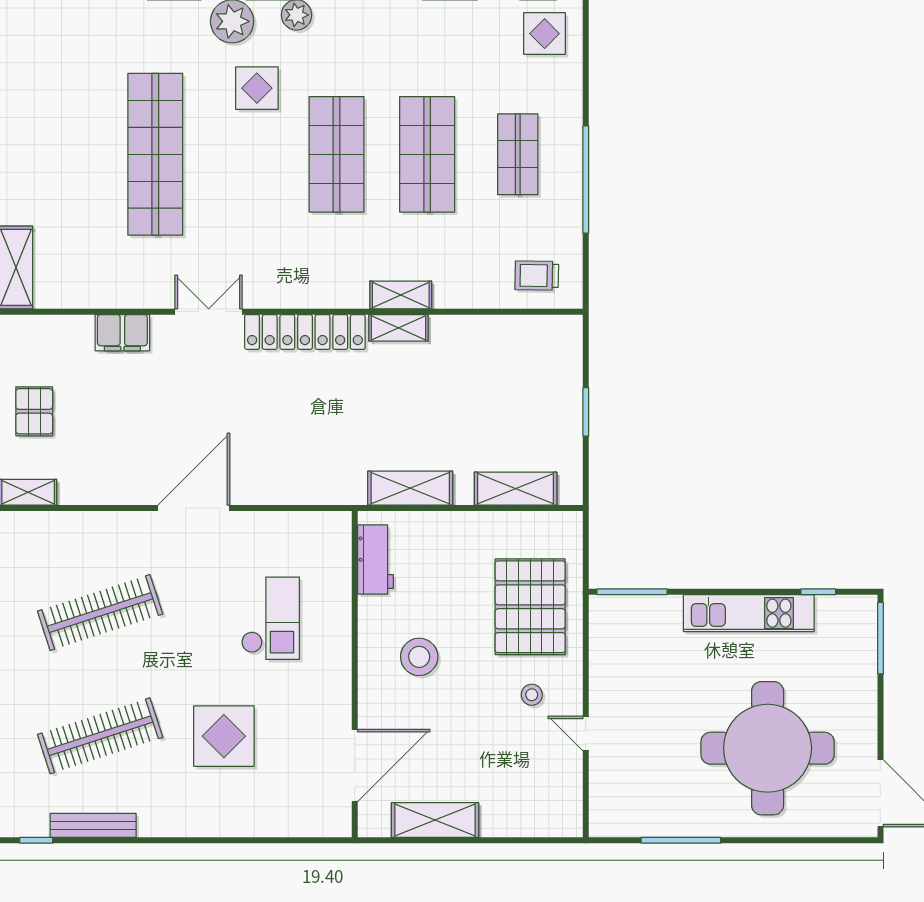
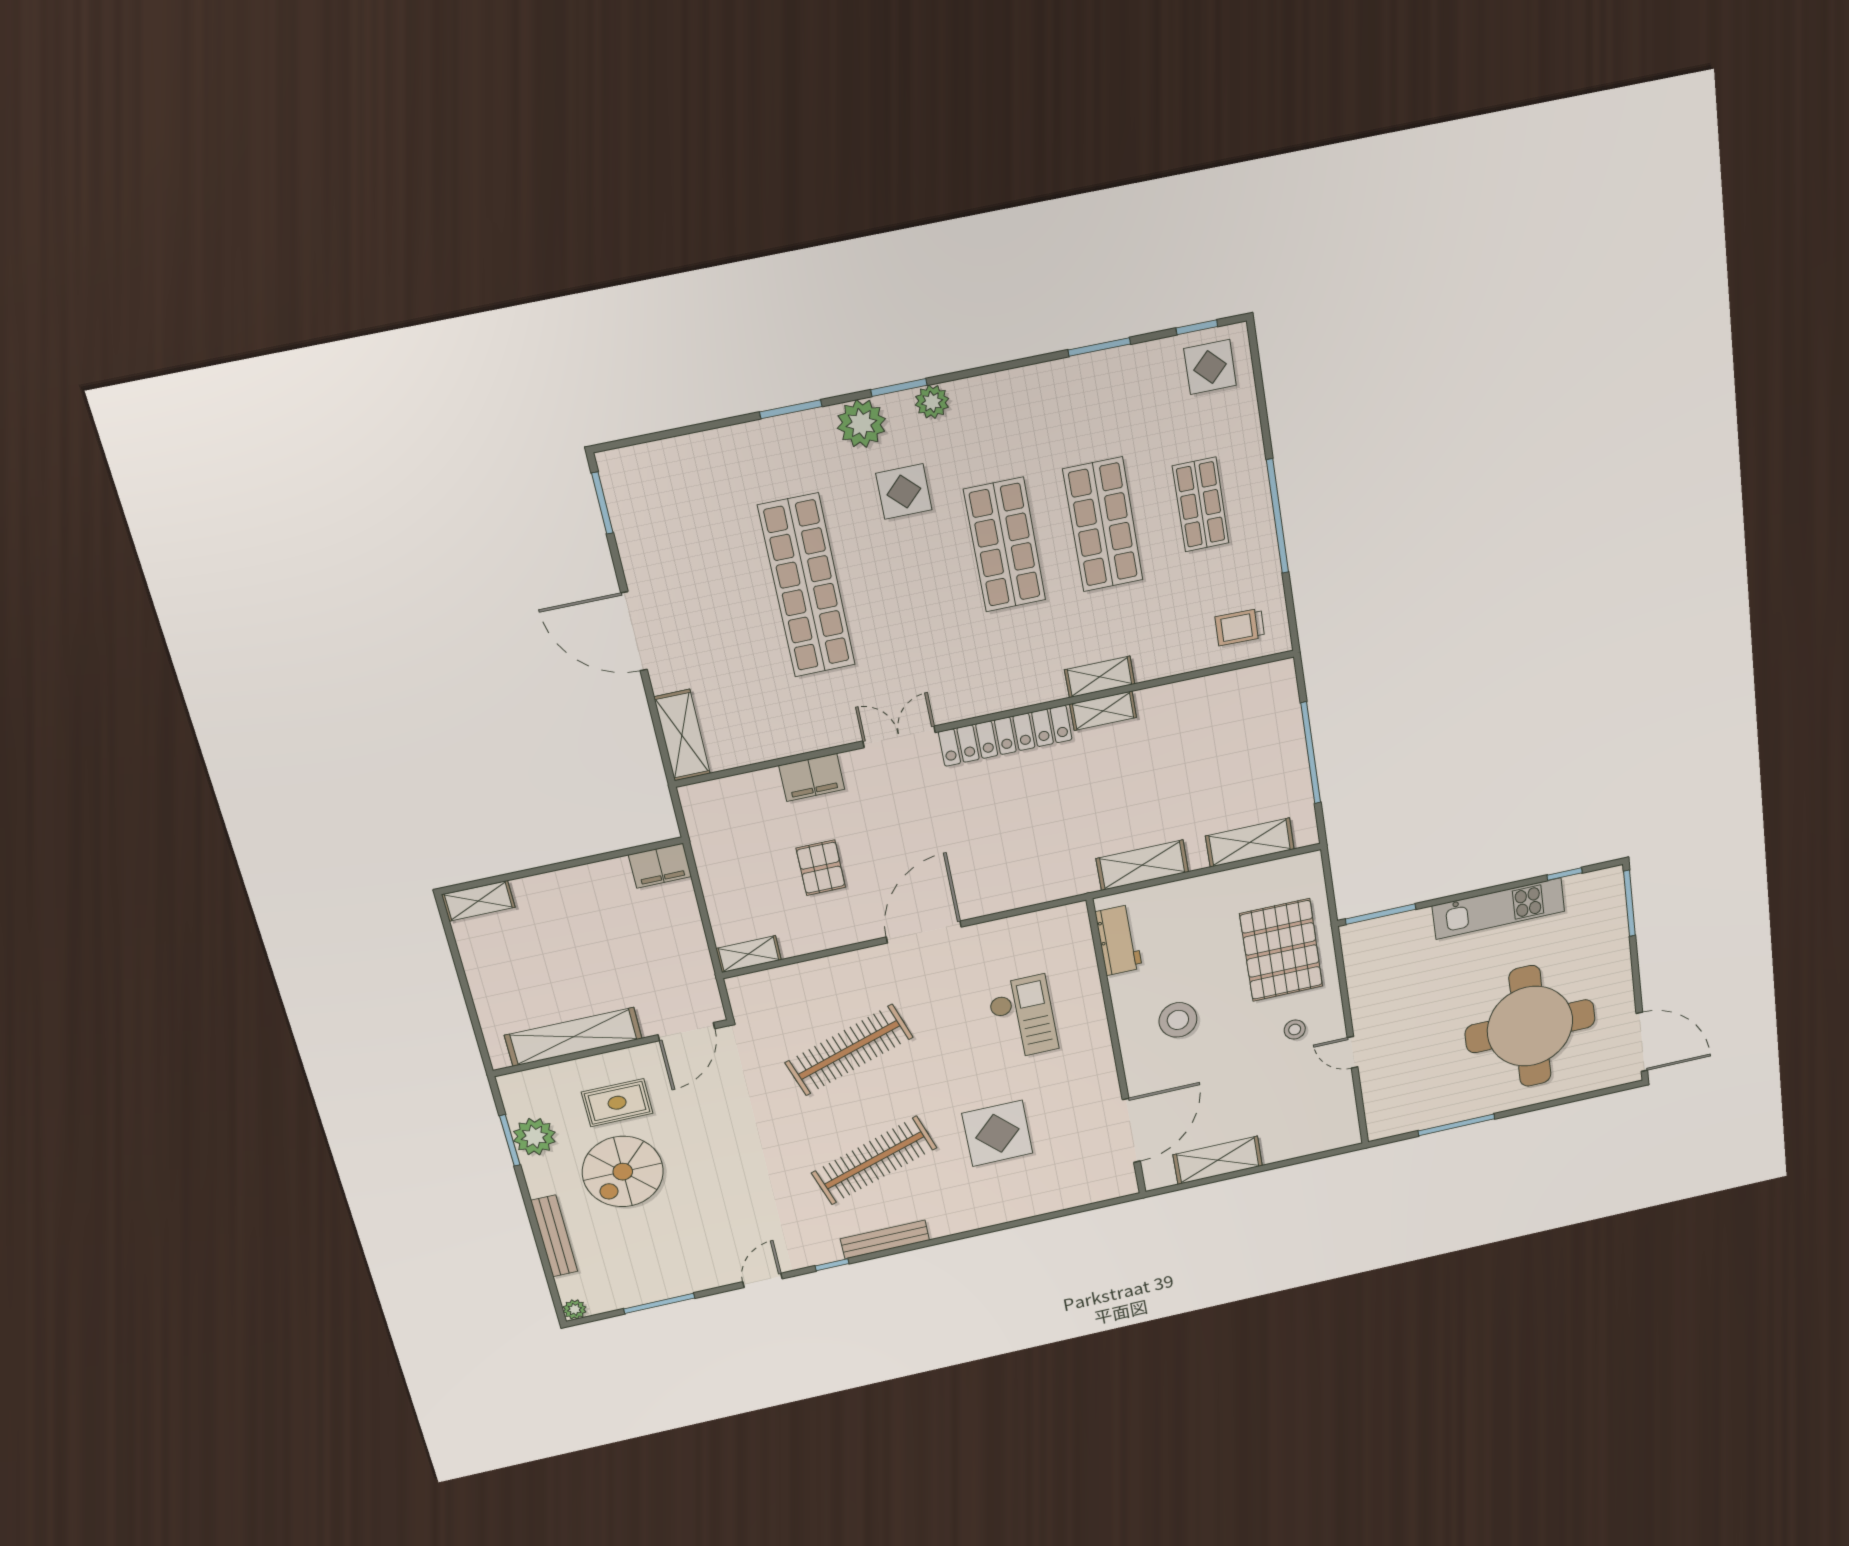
pallet: (34, 411) -> (821, 868), moved
window: (586, 412) -> (1311, 753), width x2.11

